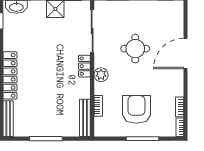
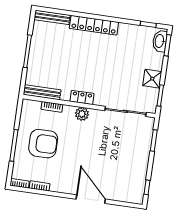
round table: (135, 49) -> (103, 151), removed
locker: (84, 66) -> (82, 97), moved

